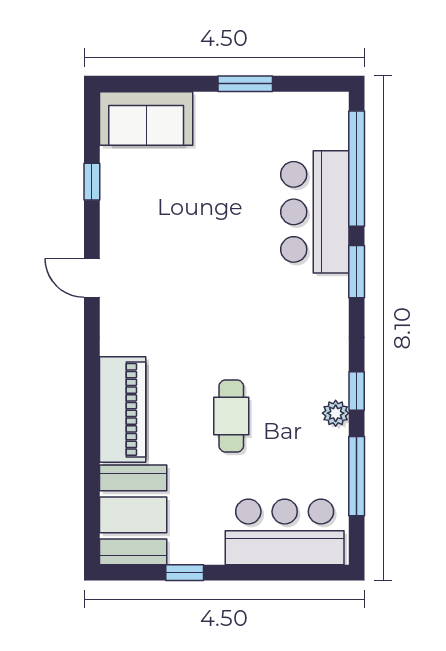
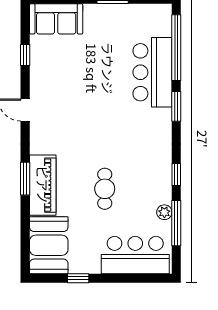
window: (92, 398) -> (25, 179), added
plant: (336, 413) -> (164, 212), moved

